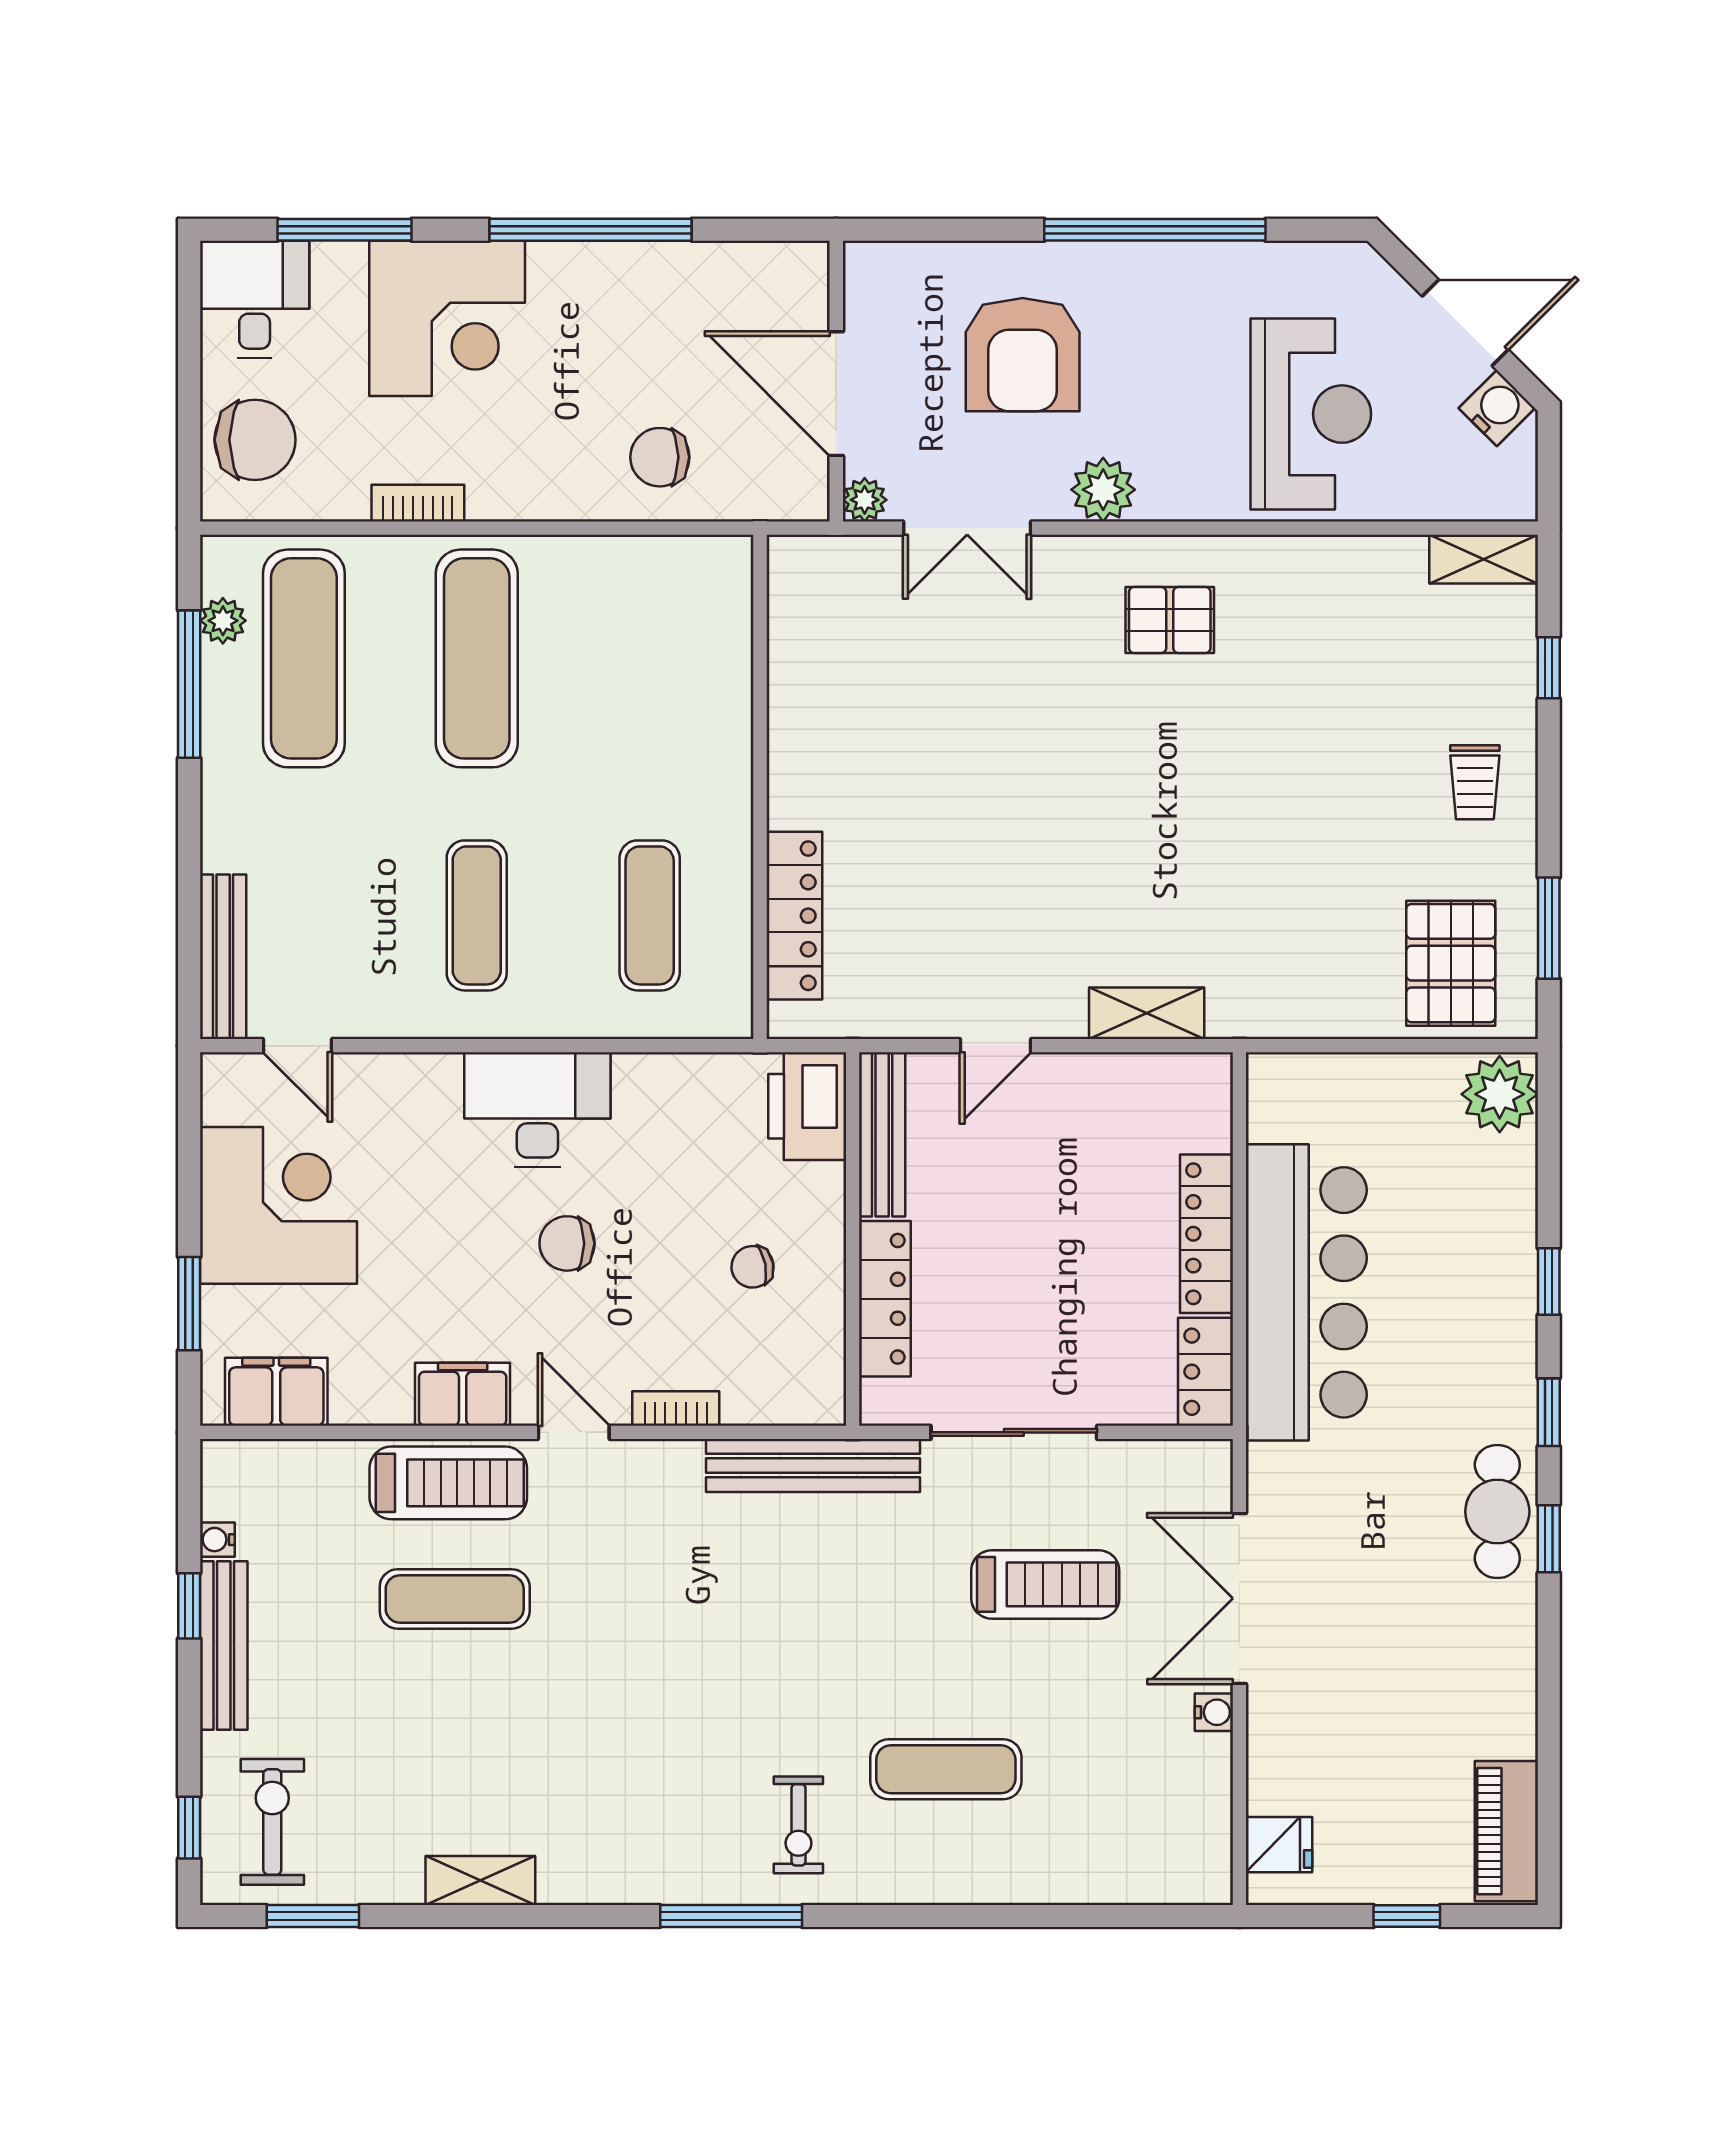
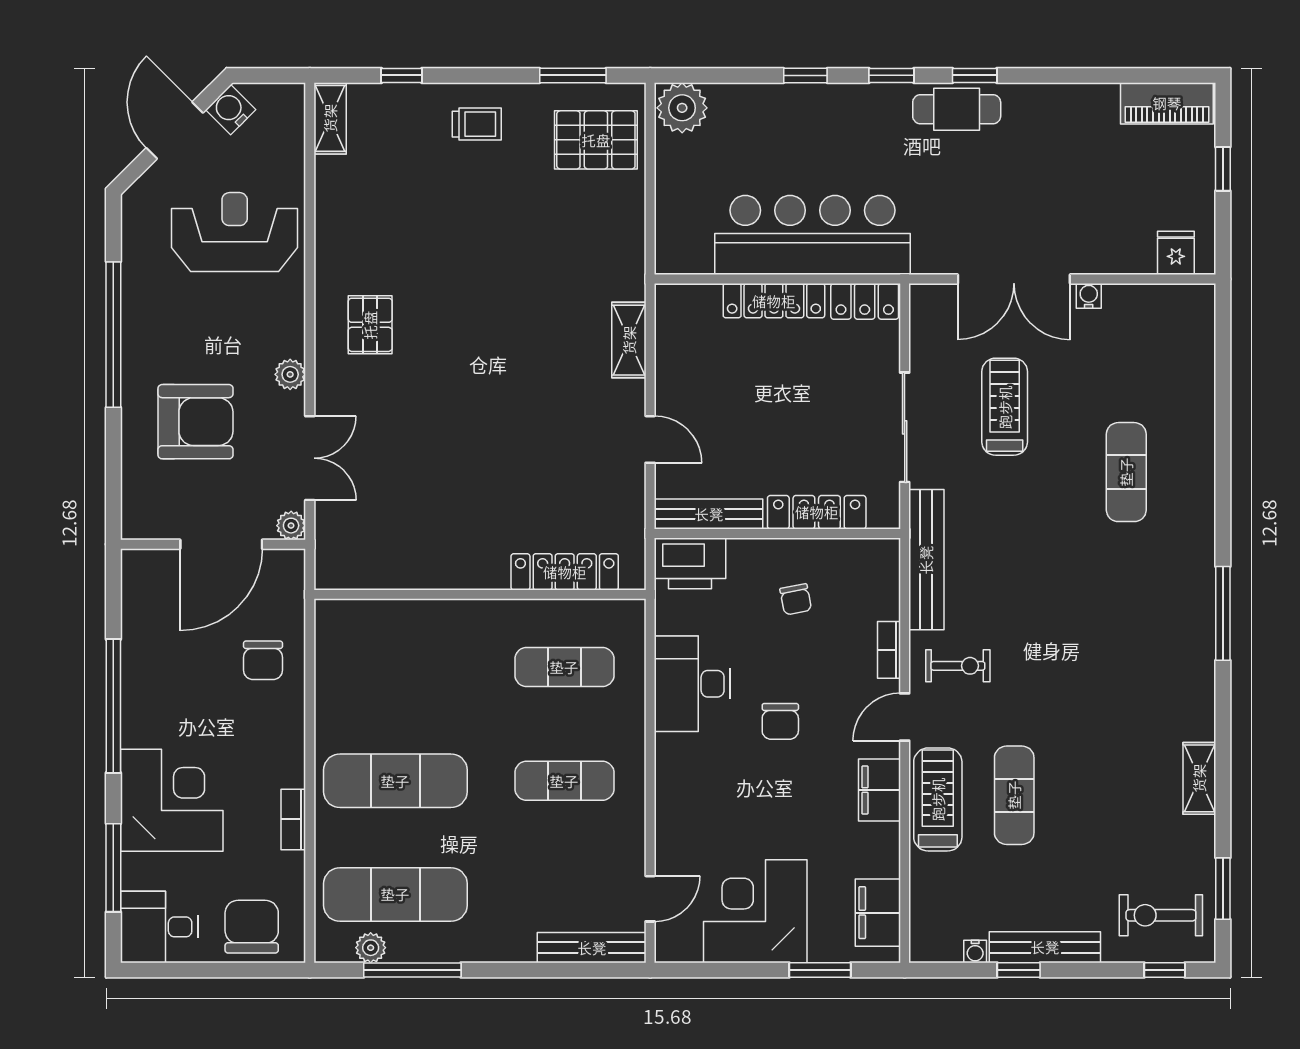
plant: (1103, 490) -> (290, 374), width x0.73, depth x0.73
desk: (537, 1109) -> (692, 684), moved
exercise bike: (798, 1825) -> (958, 666), moved

